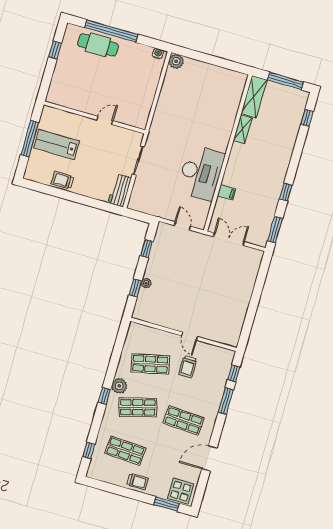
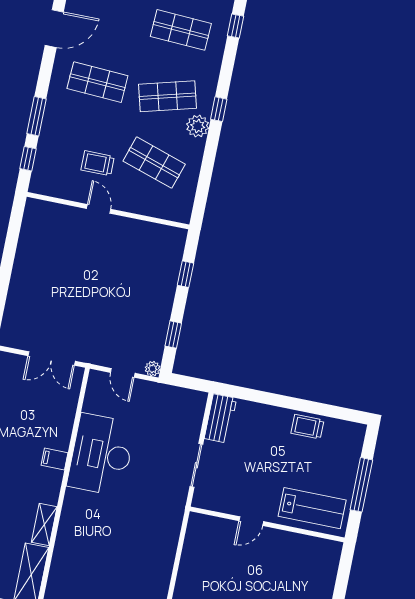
lab bench: (57, 145) -> (312, 508), moved
trolley: (62, 180) -> (307, 427), turned 180
filing cabinet: (227, 192) -> (54, 459), moved
plant: (146, 283) -> (153, 369), moved
shop shelf: (150, 364) -> (154, 163), turned 30
trolley: (188, 367) -> (98, 163), turned -90

